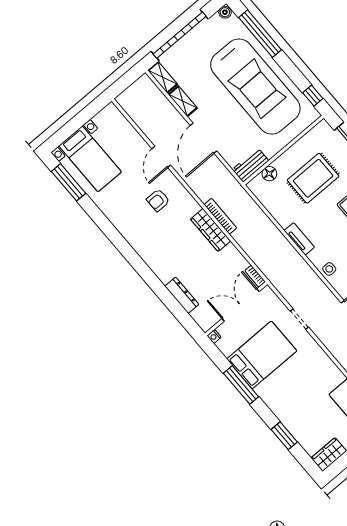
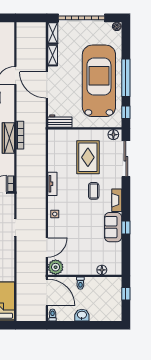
window: (260, 34) -> (126, 78), moved
car: (255, 87) -> (99, 81), turned 180
door: (204, 138) -> (47, 85), hinge flipped
floor lamp: (269, 174) -> (113, 135), moved
rug: (313, 178) -> (88, 157), turned 90

